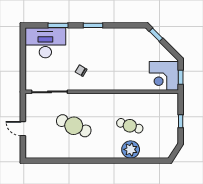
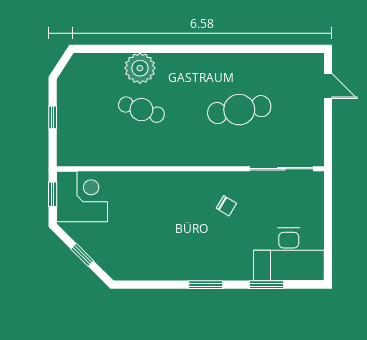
window: (156, 35) -> (82, 255), moved
cafe table: (74, 126) -> (239, 110), turned -33
door: (23, 129) -> (328, 86), moved

